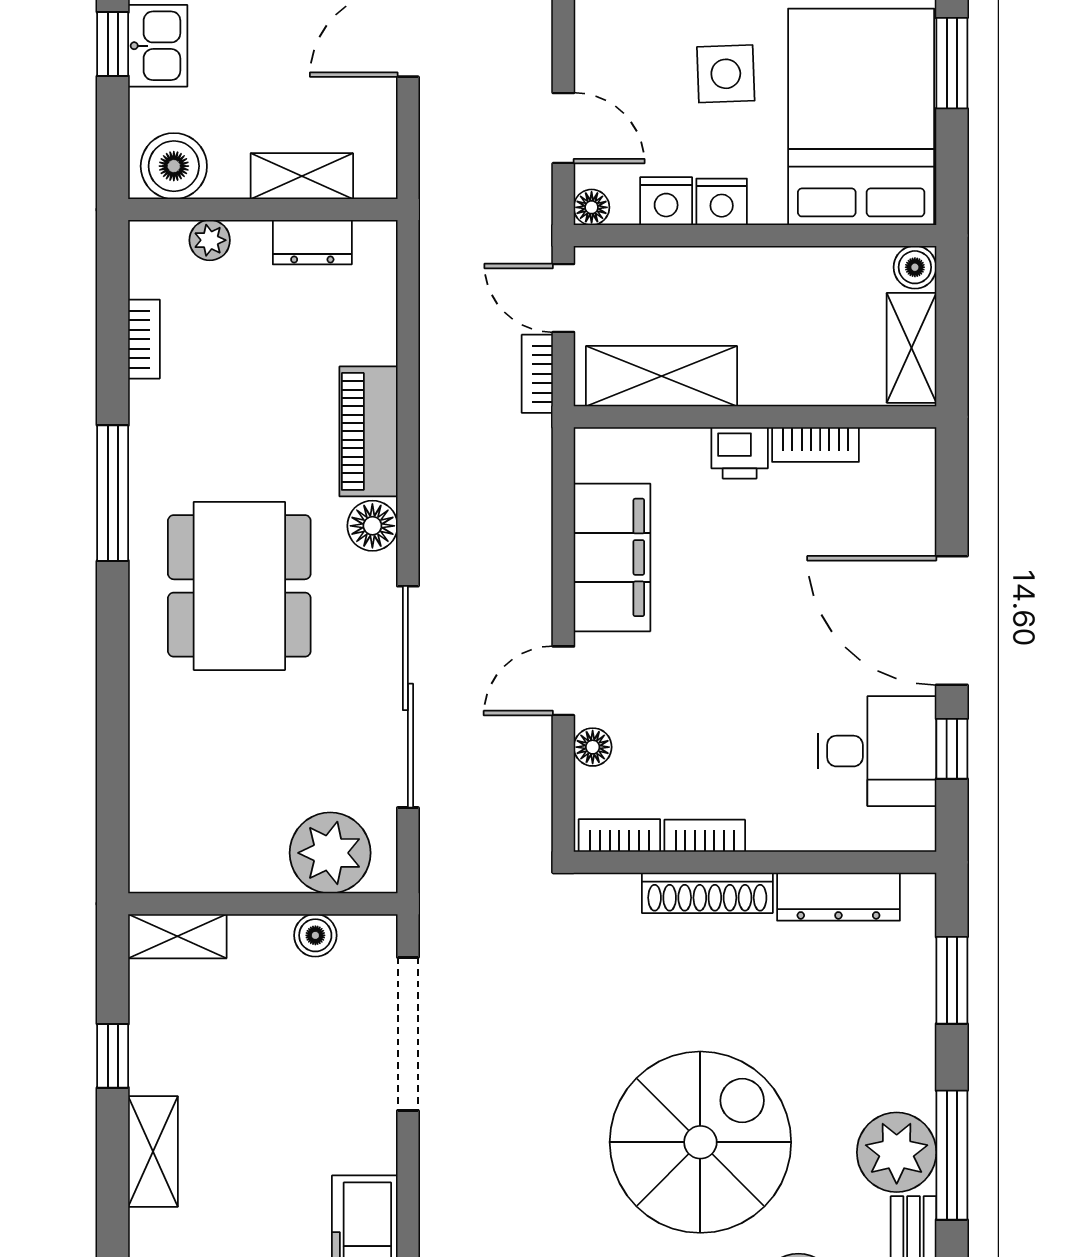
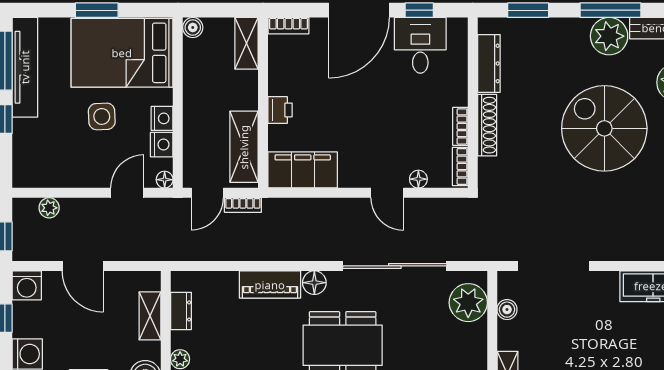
shelving: (912, 348) -> (247, 43), moved, turned 90
bookcase: (815, 445) -> (288, 26), moved, turned 90
filing cabinet: (612, 557) -> (303, 170), moved

